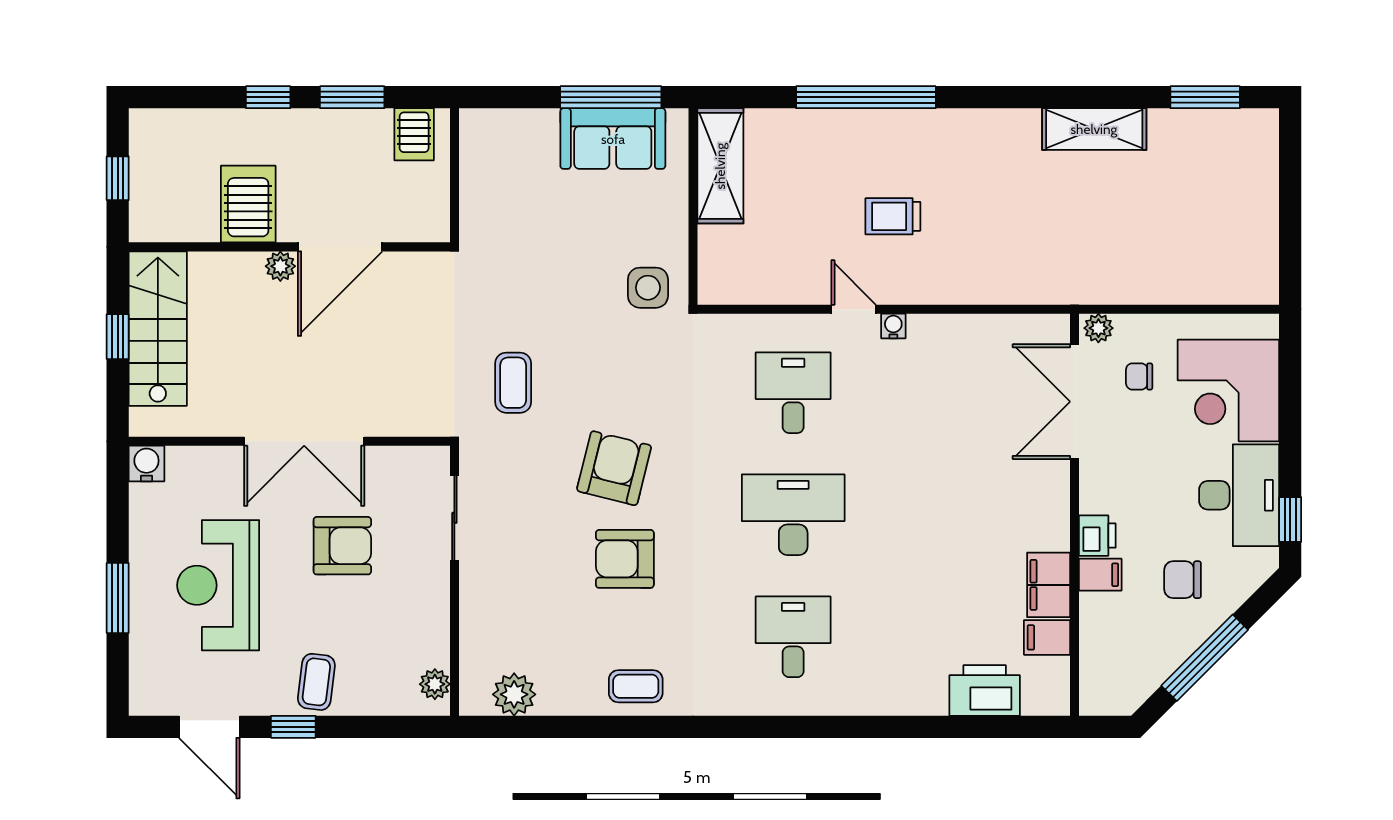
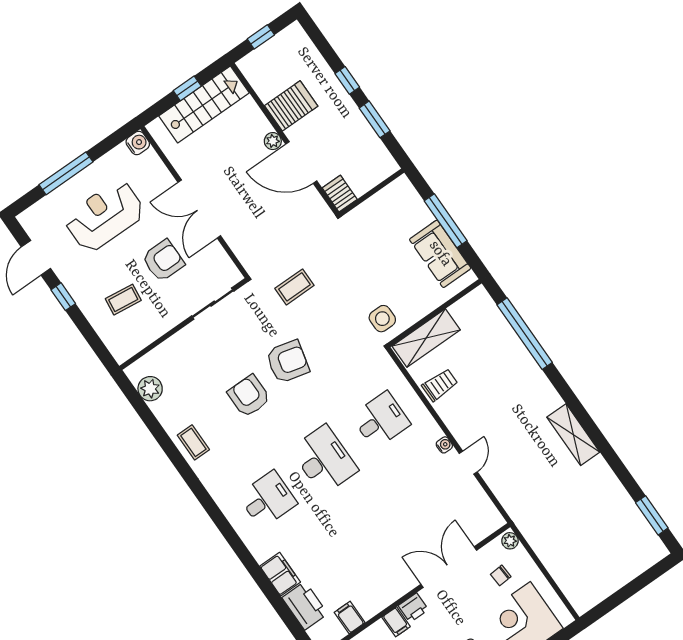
window: (611, 97) -> (446, 221), moved
window: (866, 97) -> (525, 334), moved
shelving: (1094, 129) -> (573, 435), moved
server rack: (414, 134) -> (340, 194), moved, turned 90
shelving: (720, 166) -> (426, 338), moved
trolley: (893, 216) -> (440, 385), moved, turned 90
door: (854, 309) -> (468, 463), moved
chair: (1139, 376) -> (501, 575), turned -94
double door: (1075, 402) -> (449, 567), moved
armchair: (342, 546) -> (163, 261), turned -90
filing cabinet: (1049, 585) -> (280, 574), moved, turned 90
window: (118, 598) -> (66, 173), width x1.44
coffee table: (316, 682) -> (123, 300), moved
plant: (435, 684) -> (129, 349), removed

